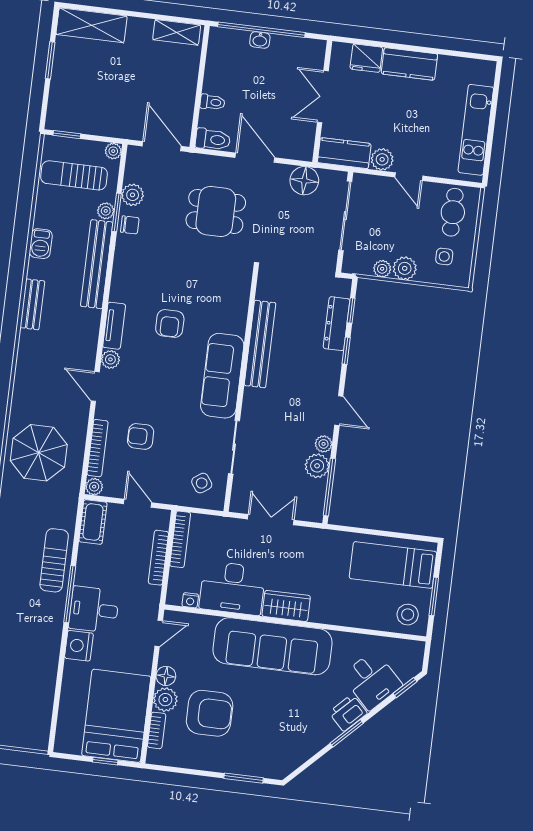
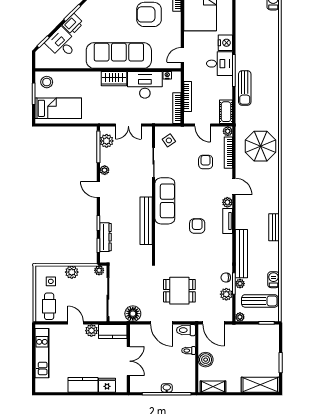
boiler: (184, 82) -> (206, 360), added
barbecue: (41, 244) -> (274, 280), moved
plant: (382, 269) -> (99, 270), moved
armchair: (141, 436) -> (206, 162), turned -90
plant: (317, 466) -> (107, 141), moved
floor lamp: (166, 676) -> (175, 32), removed
plant: (165, 700) -> (174, 19), removed

